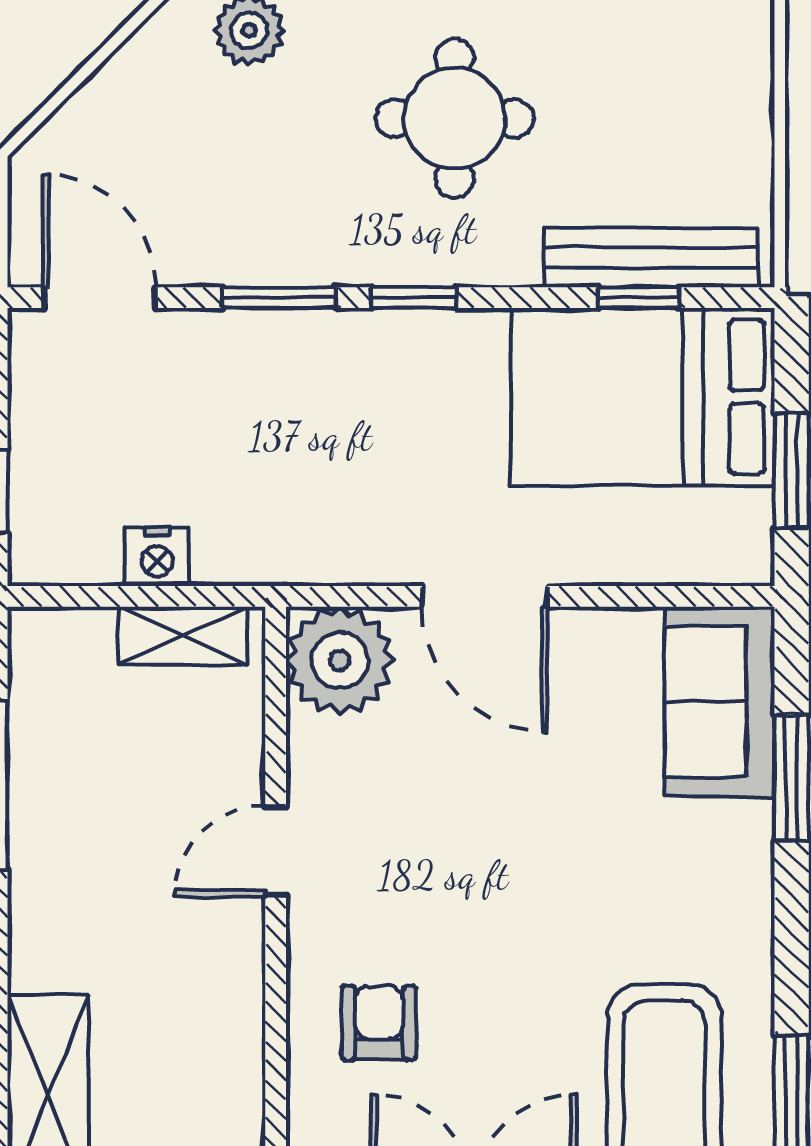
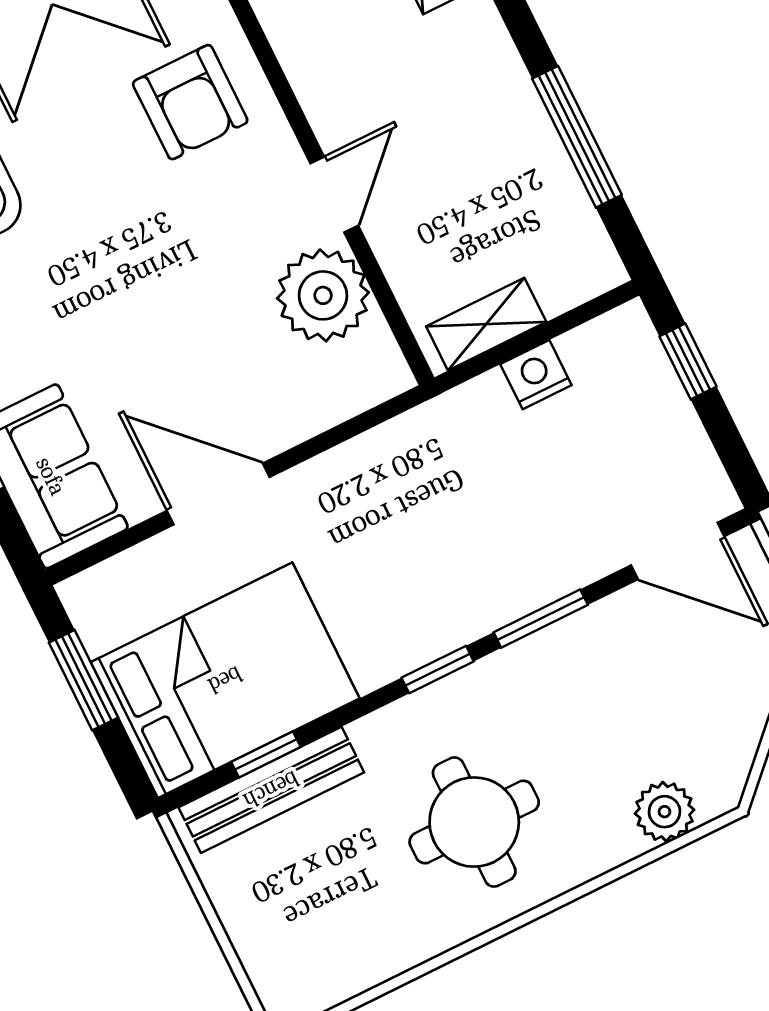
door: (485, 596) -> (218, 494), moved
plant: (340, 661) -> (323, 295), moved
armchair: (379, 1023) -> (190, 102), width x1.38, depth x1.38

